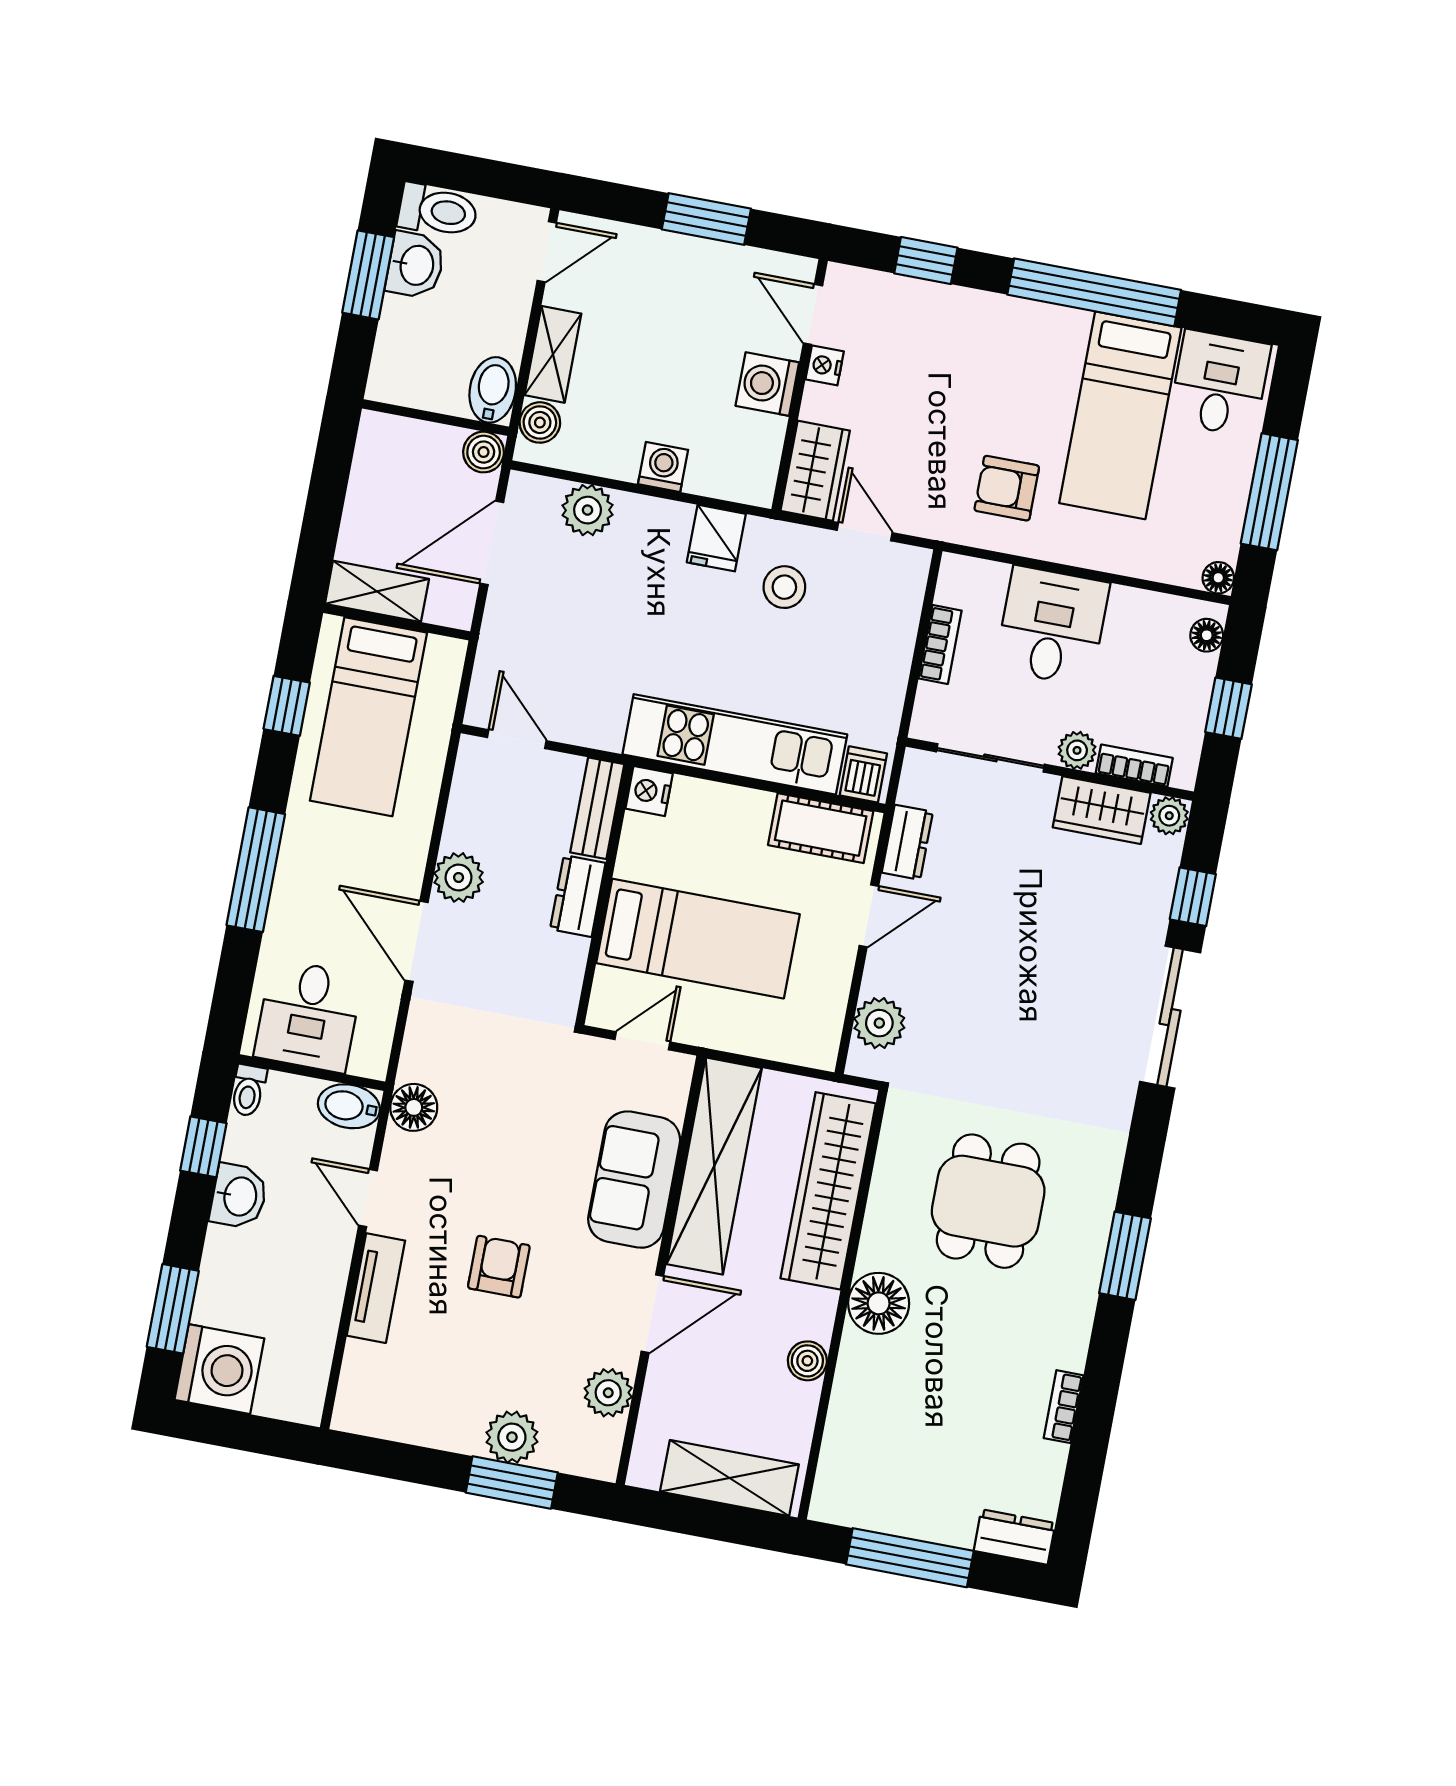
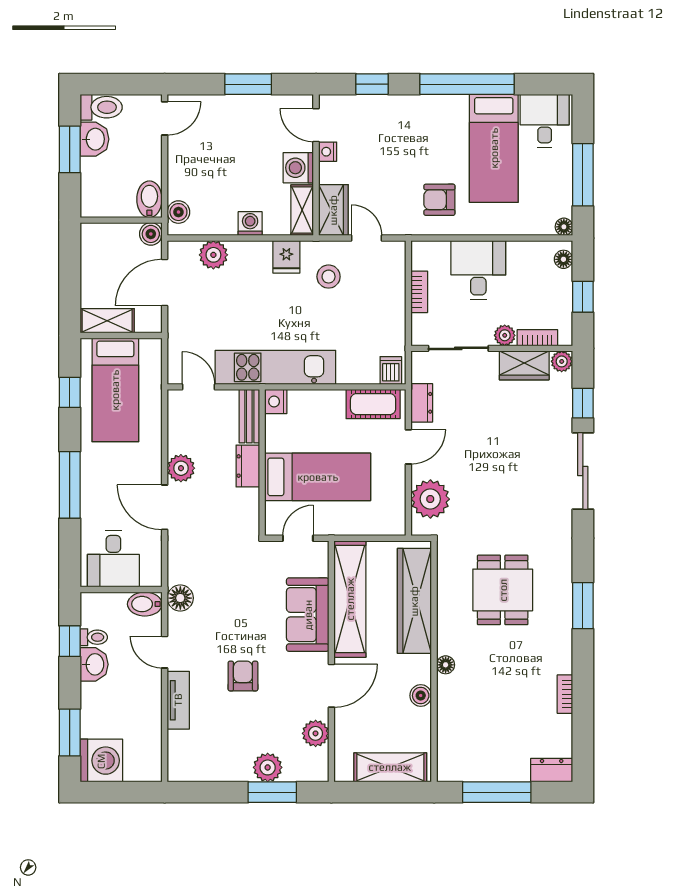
shelving: (553, 354) -> (302, 210), moved
kitchen unit: (735, 744) -> (275, 367), moved
plant: (879, 1023) -> (430, 499), width x1.36, depth x1.36
toilet: (248, 1090) -> (94, 637), moved, turned -90
floor lamp: (879, 1303) -> (446, 665), width x0.53, depth x0.53

